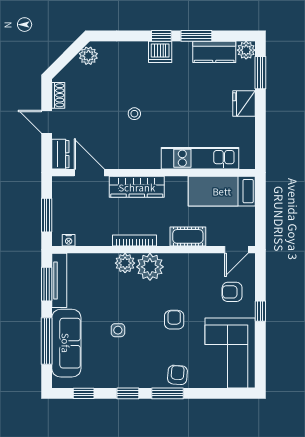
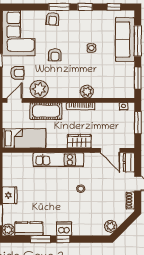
kitchen unit: (200, 158) -> (58, 160), moved
wardrobe: (137, 187) -> (79, 141), width x0.67
cot: (188, 236) -> (46, 111), width x1.37, depth x1.34
plant: (150, 267) -> (39, 89), moved
tv unit: (59, 280) -> (130, 80), removed

